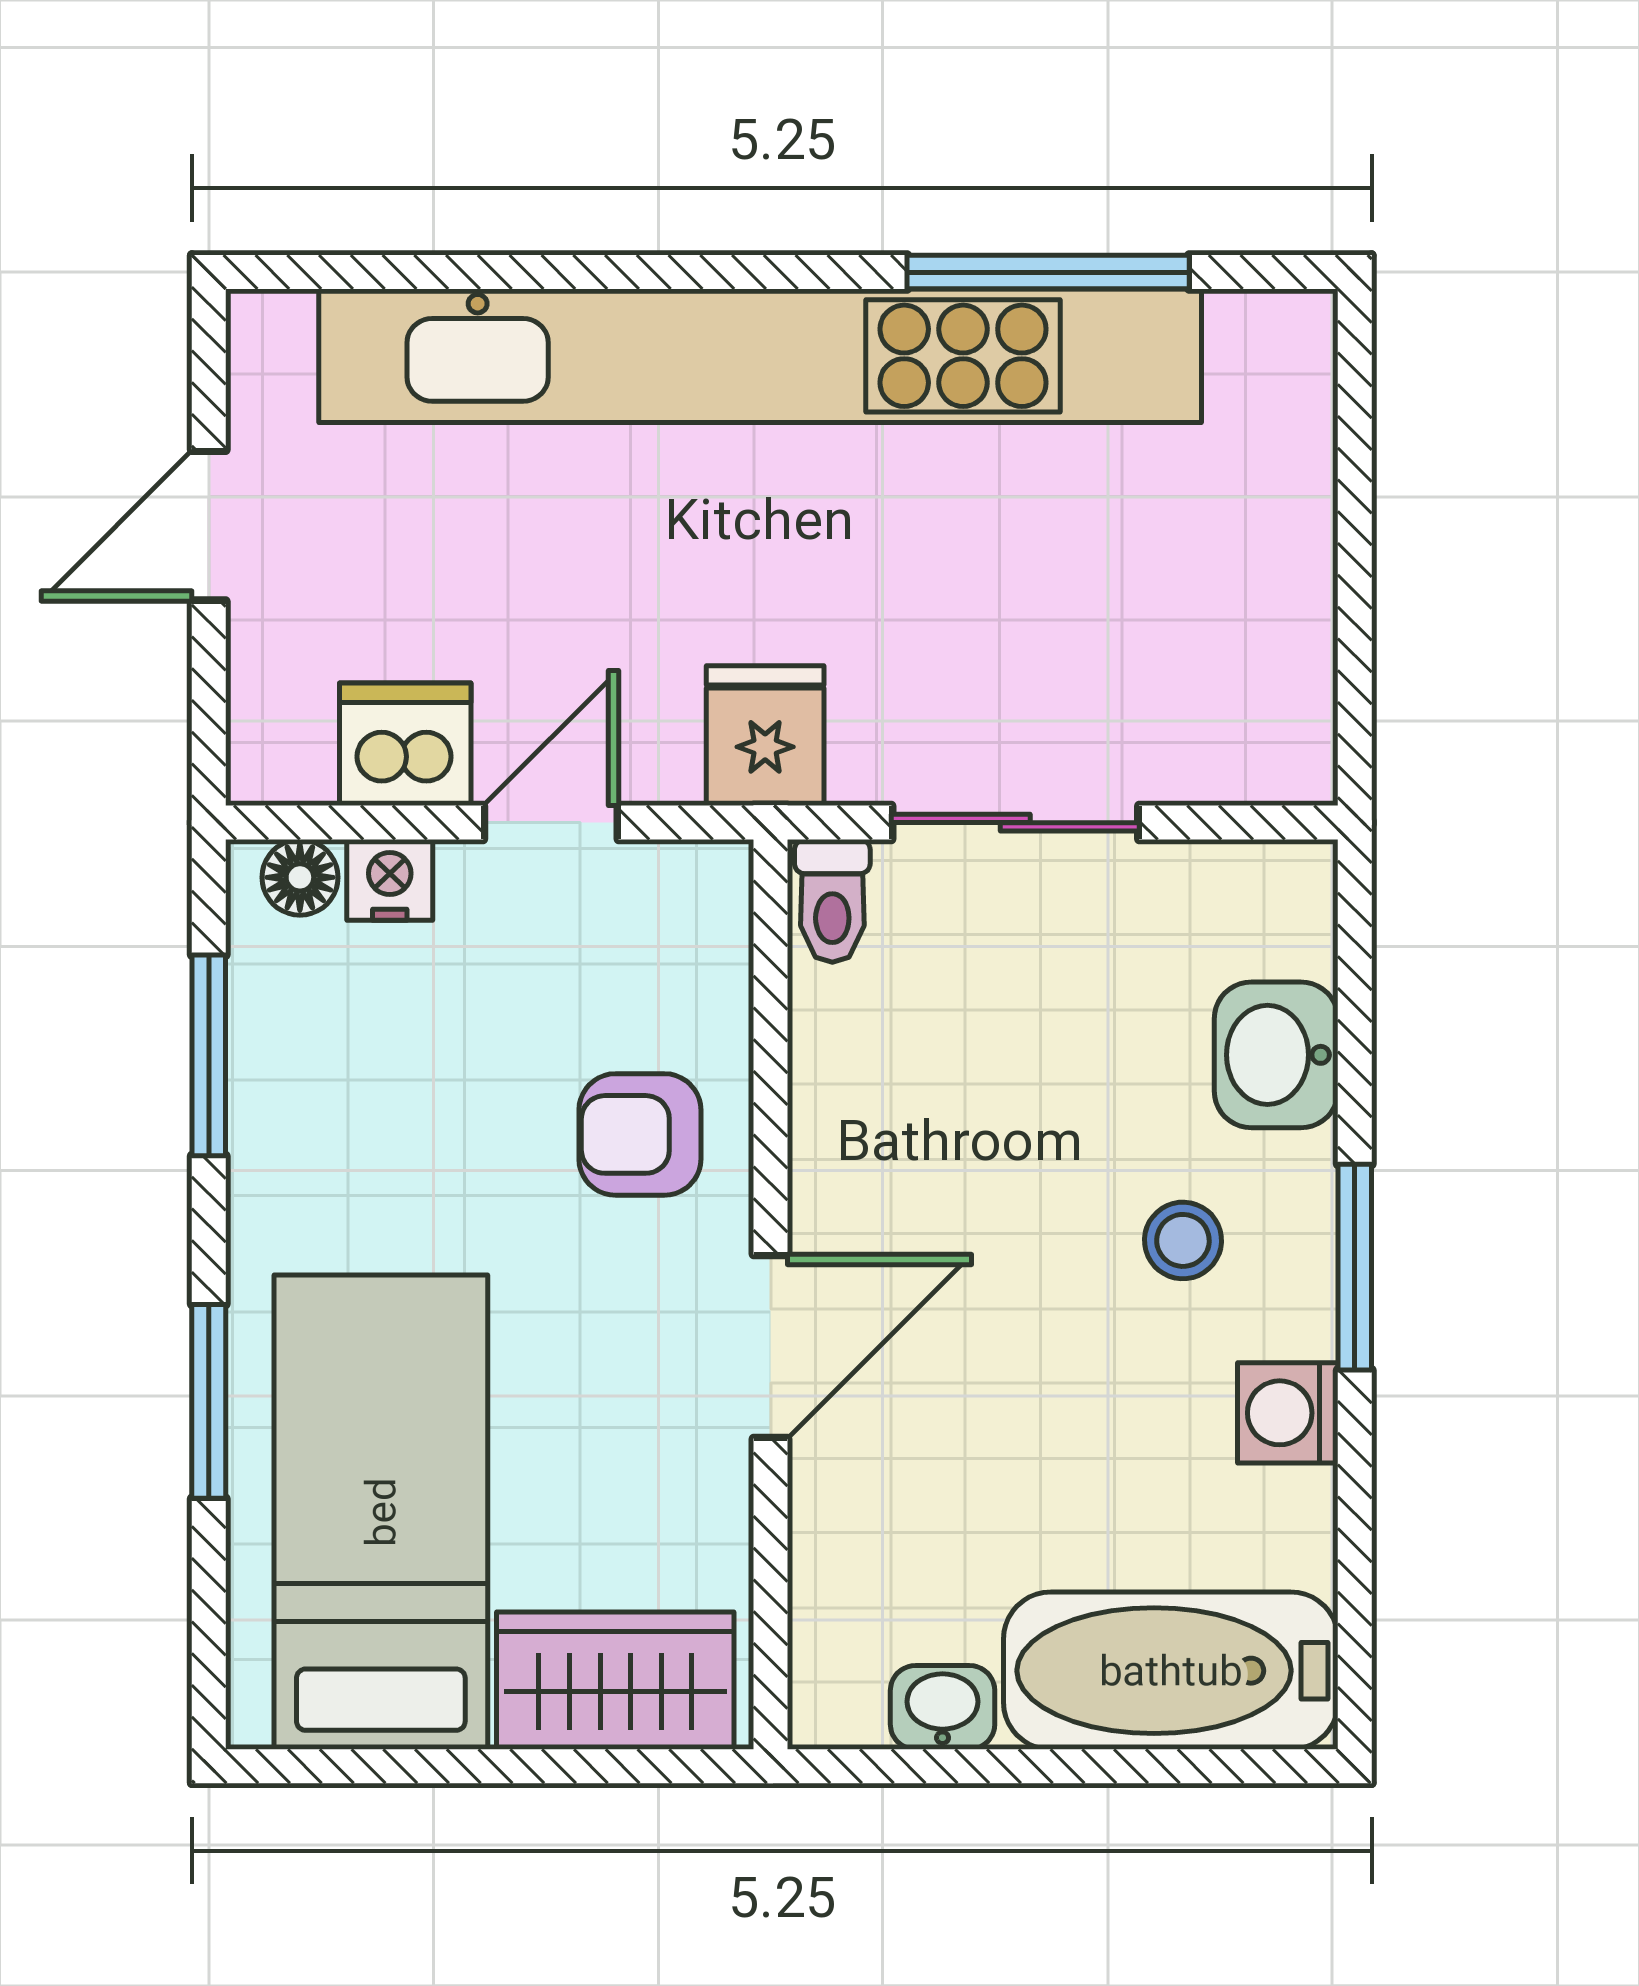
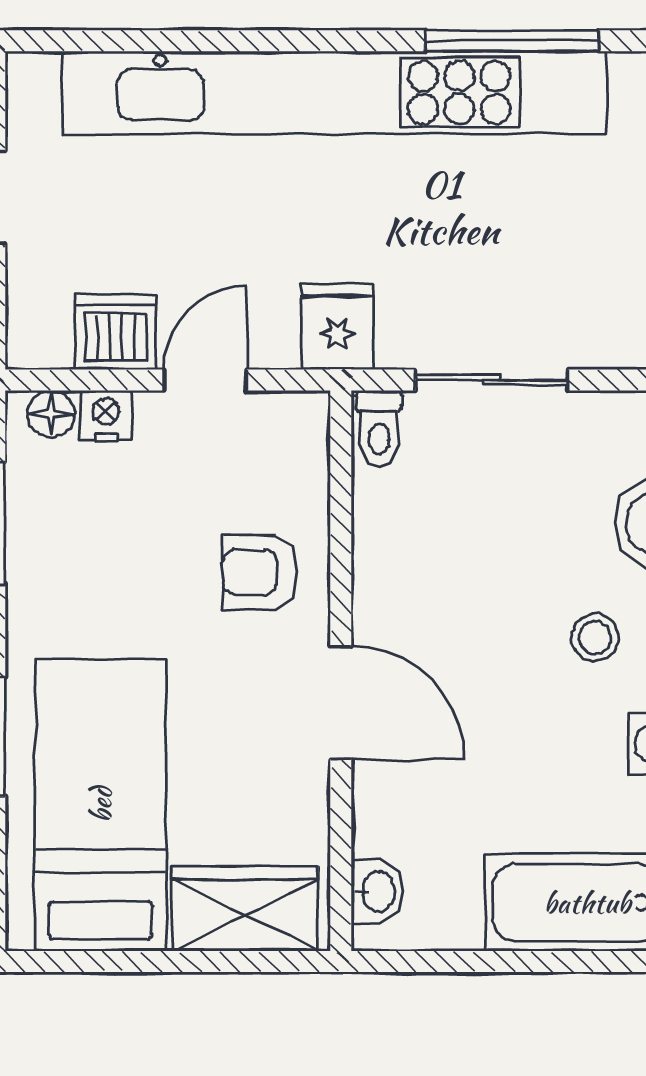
door: (771, 1347) -> (341, 703), hinge flipped
washbasin: (943, 1707) -> (377, 892), moved, turned 90

